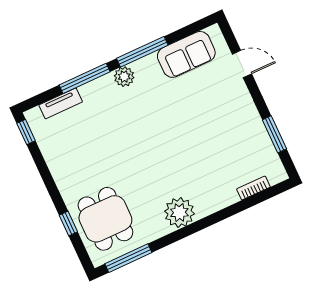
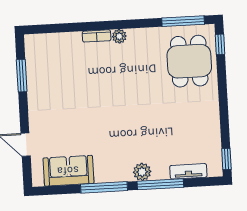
plant: (124, 77) -> (142, 172), moved
bookcase: (253, 188) -> (97, 36), moved
plant: (179, 212) -> (119, 36), width x0.53, depth x0.53
window: (68, 224) -> (220, 44), moved

